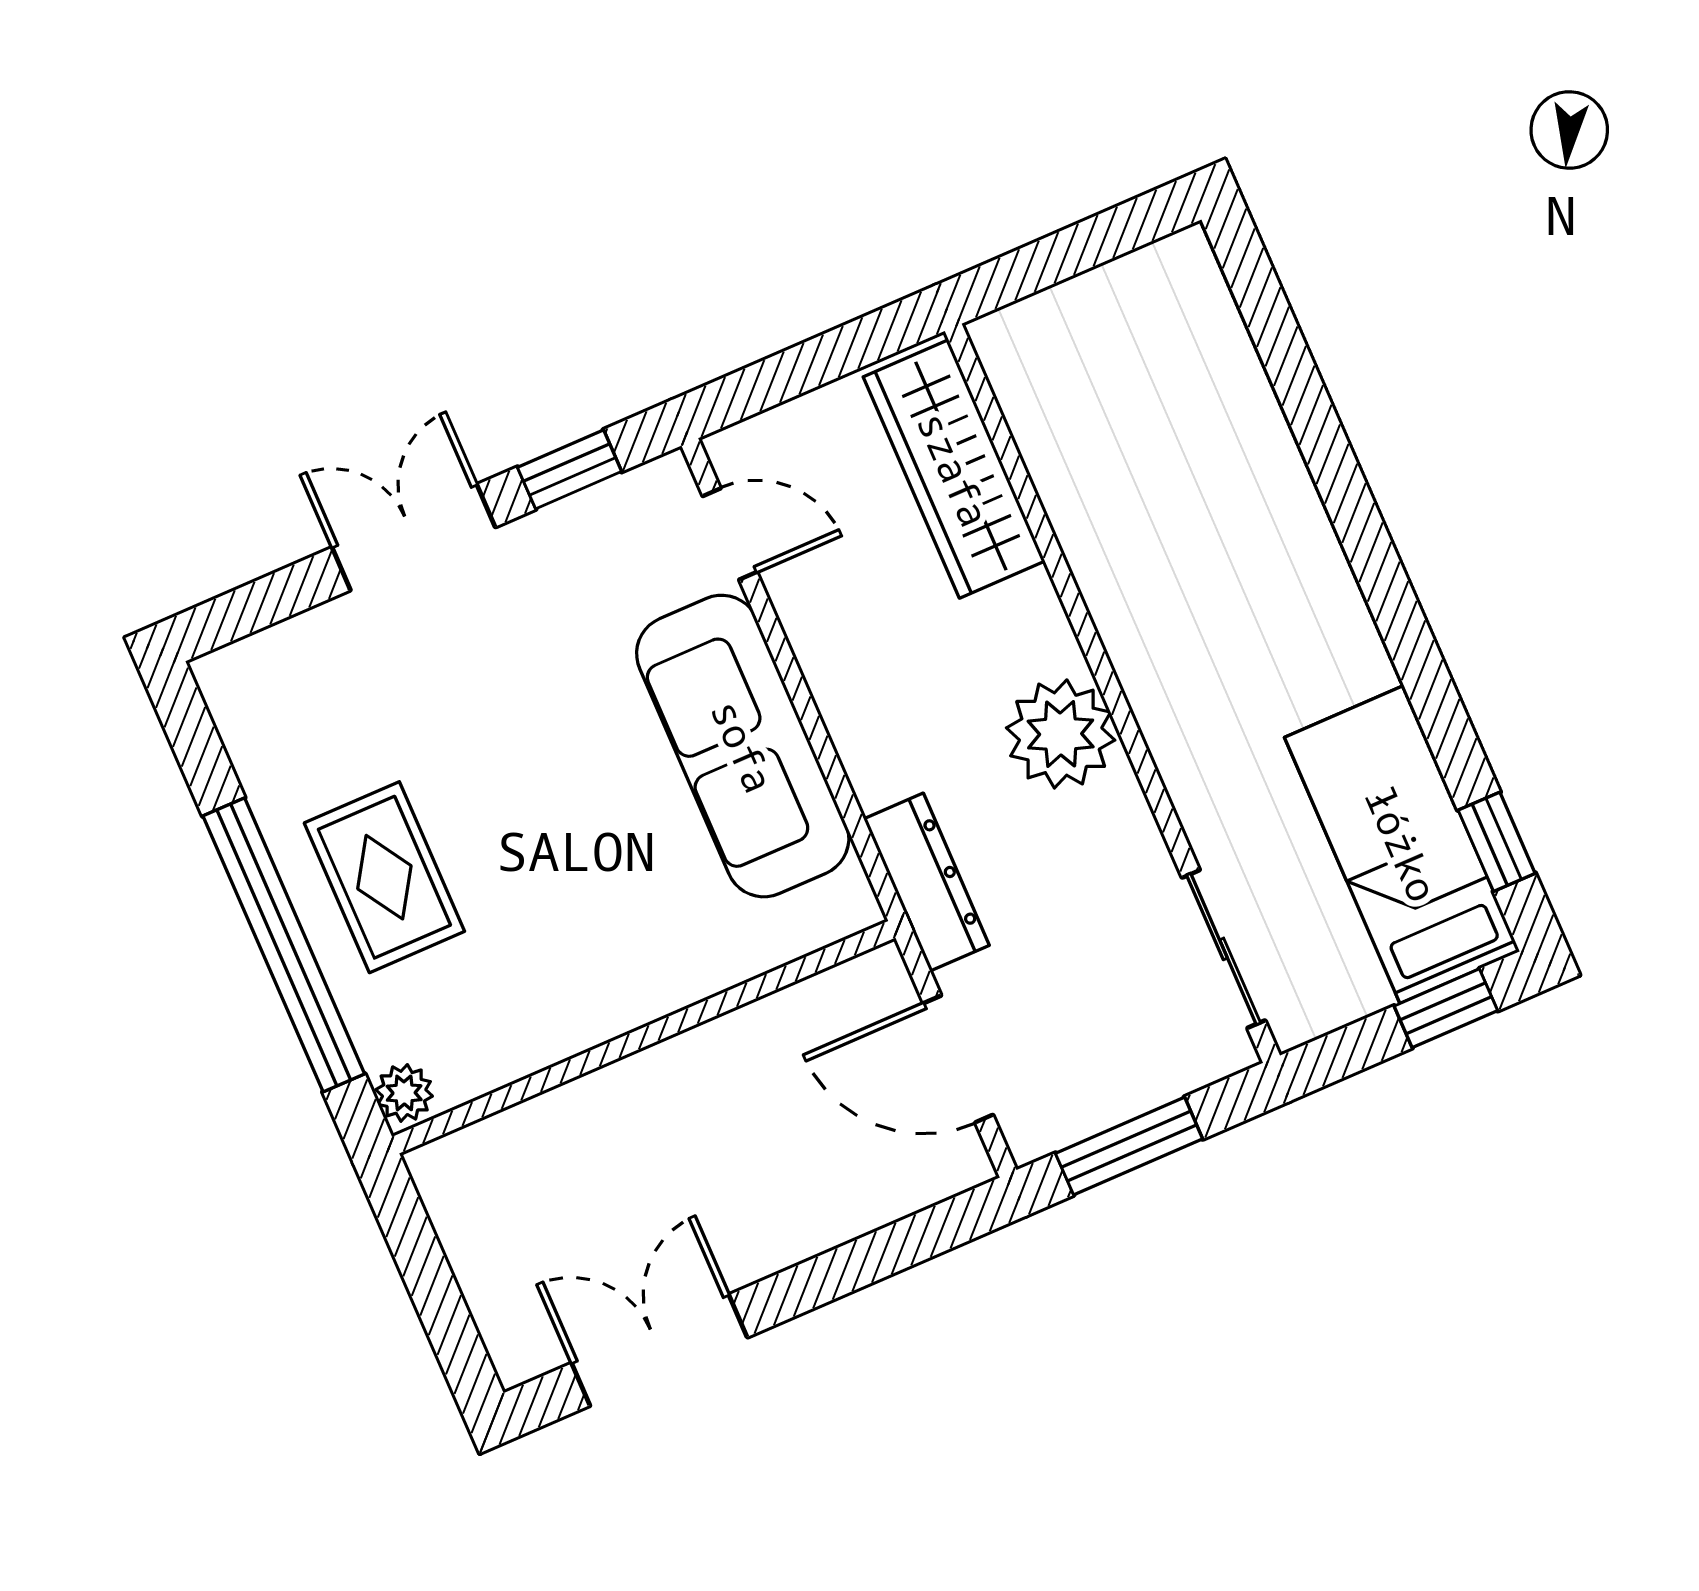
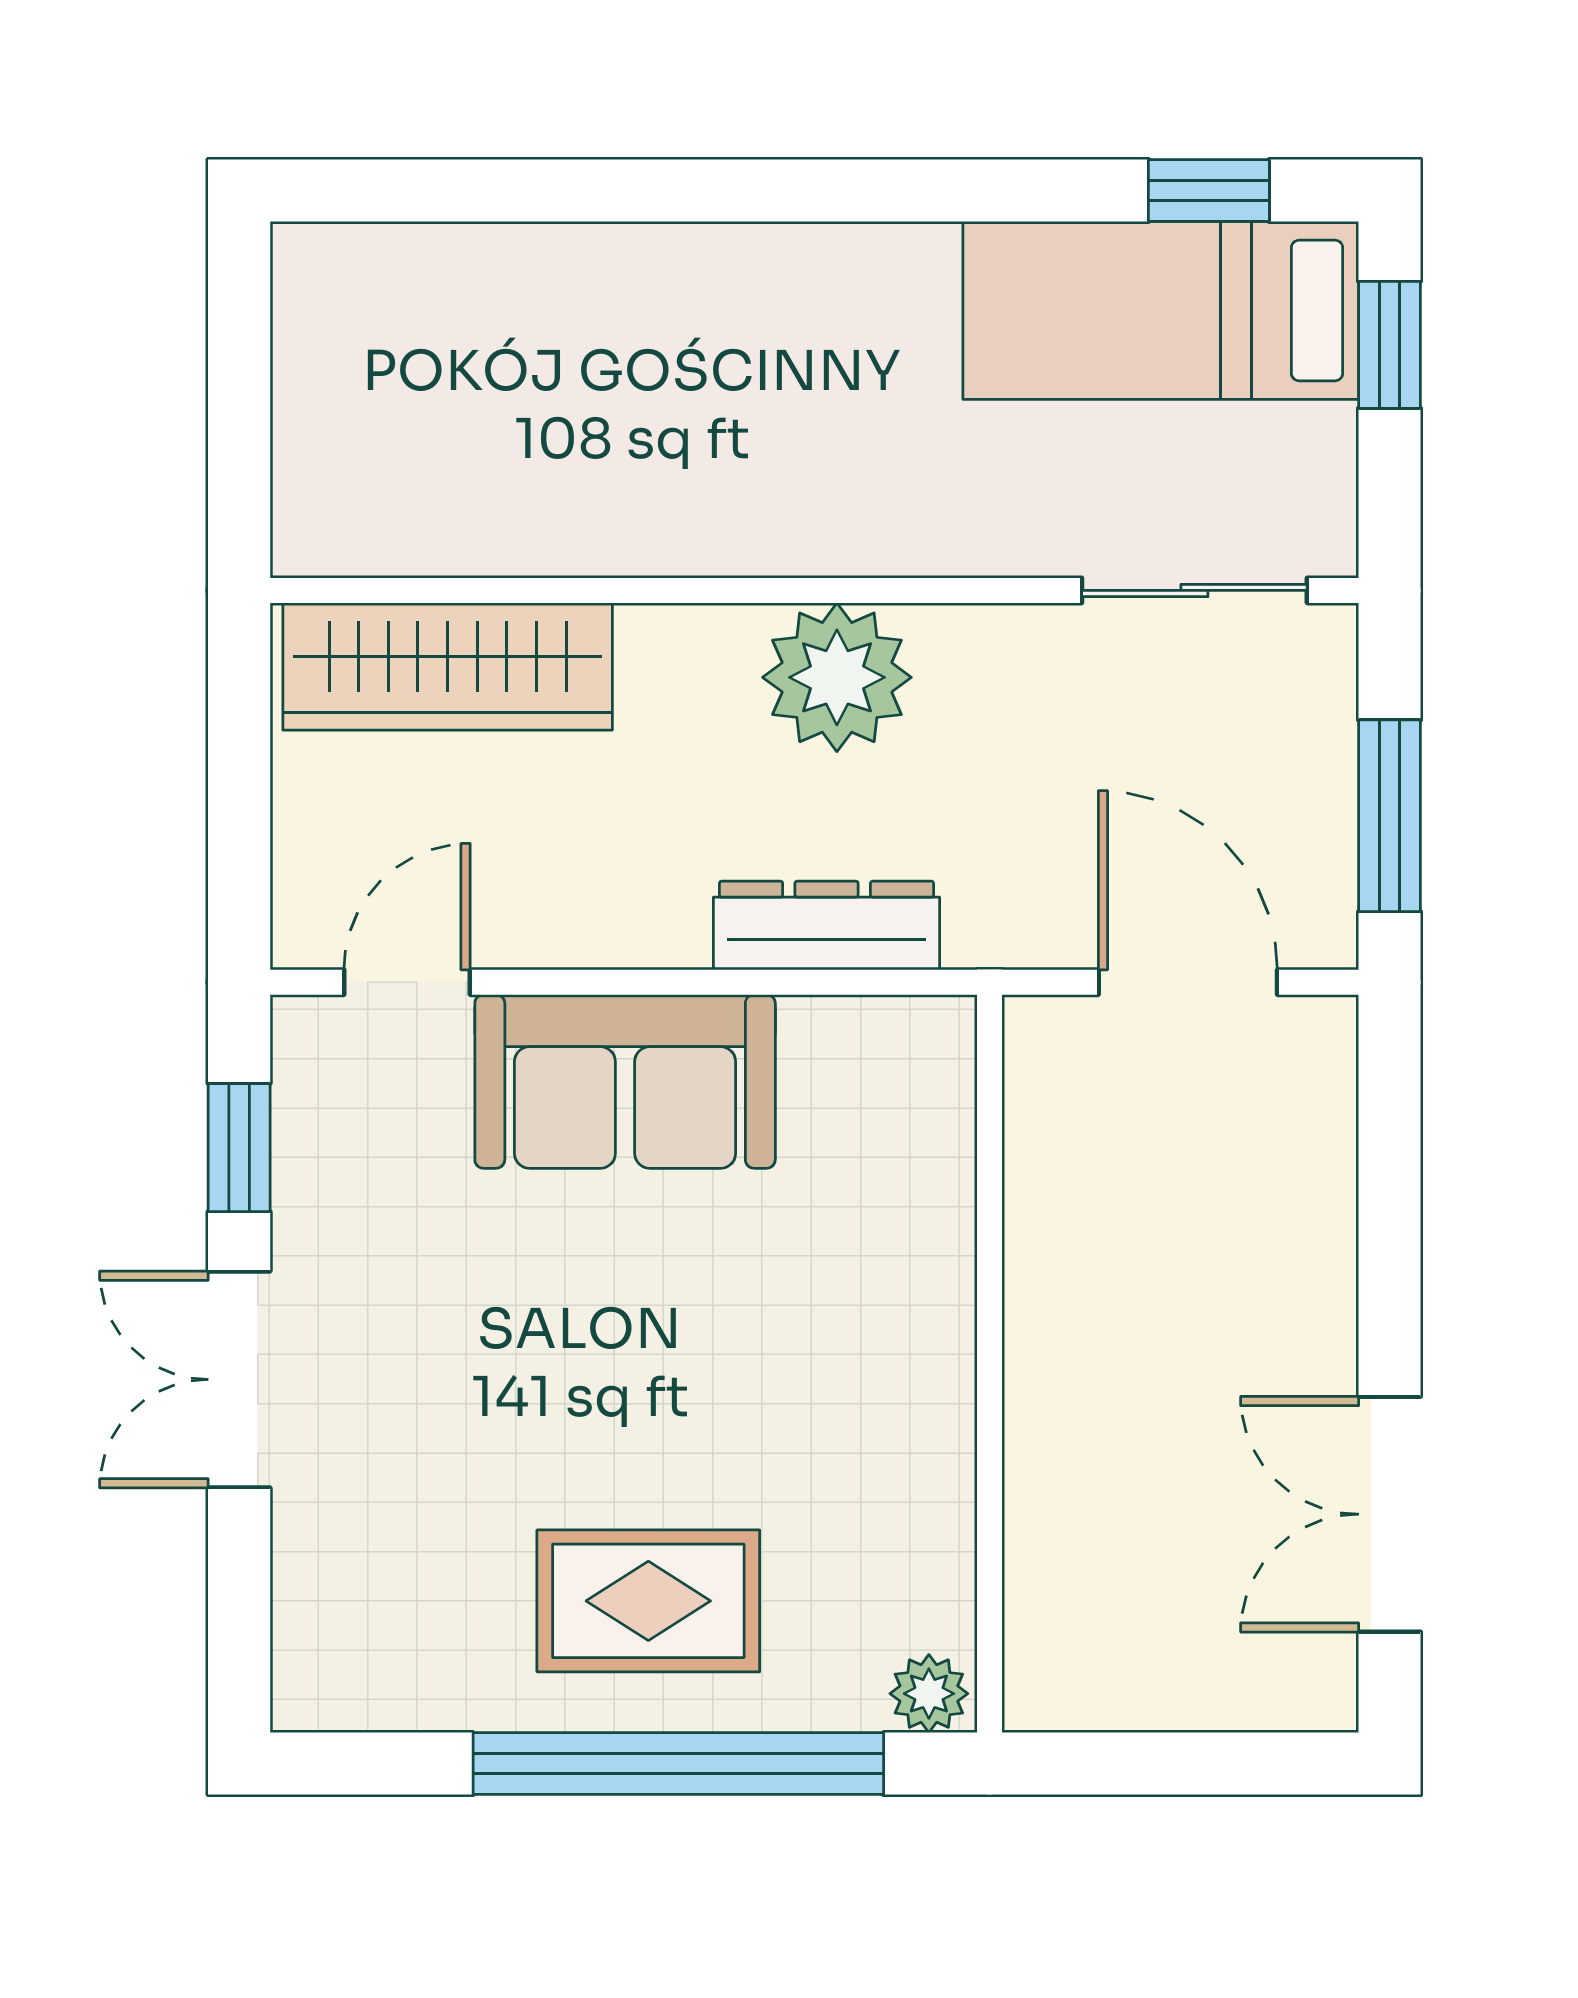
sofa: (743, 746) -> (625, 1081), width x0.73
dresser: (927, 882) -> (827, 926), moved
door: (958, 1059) -> (1188, 982), swing flipped

